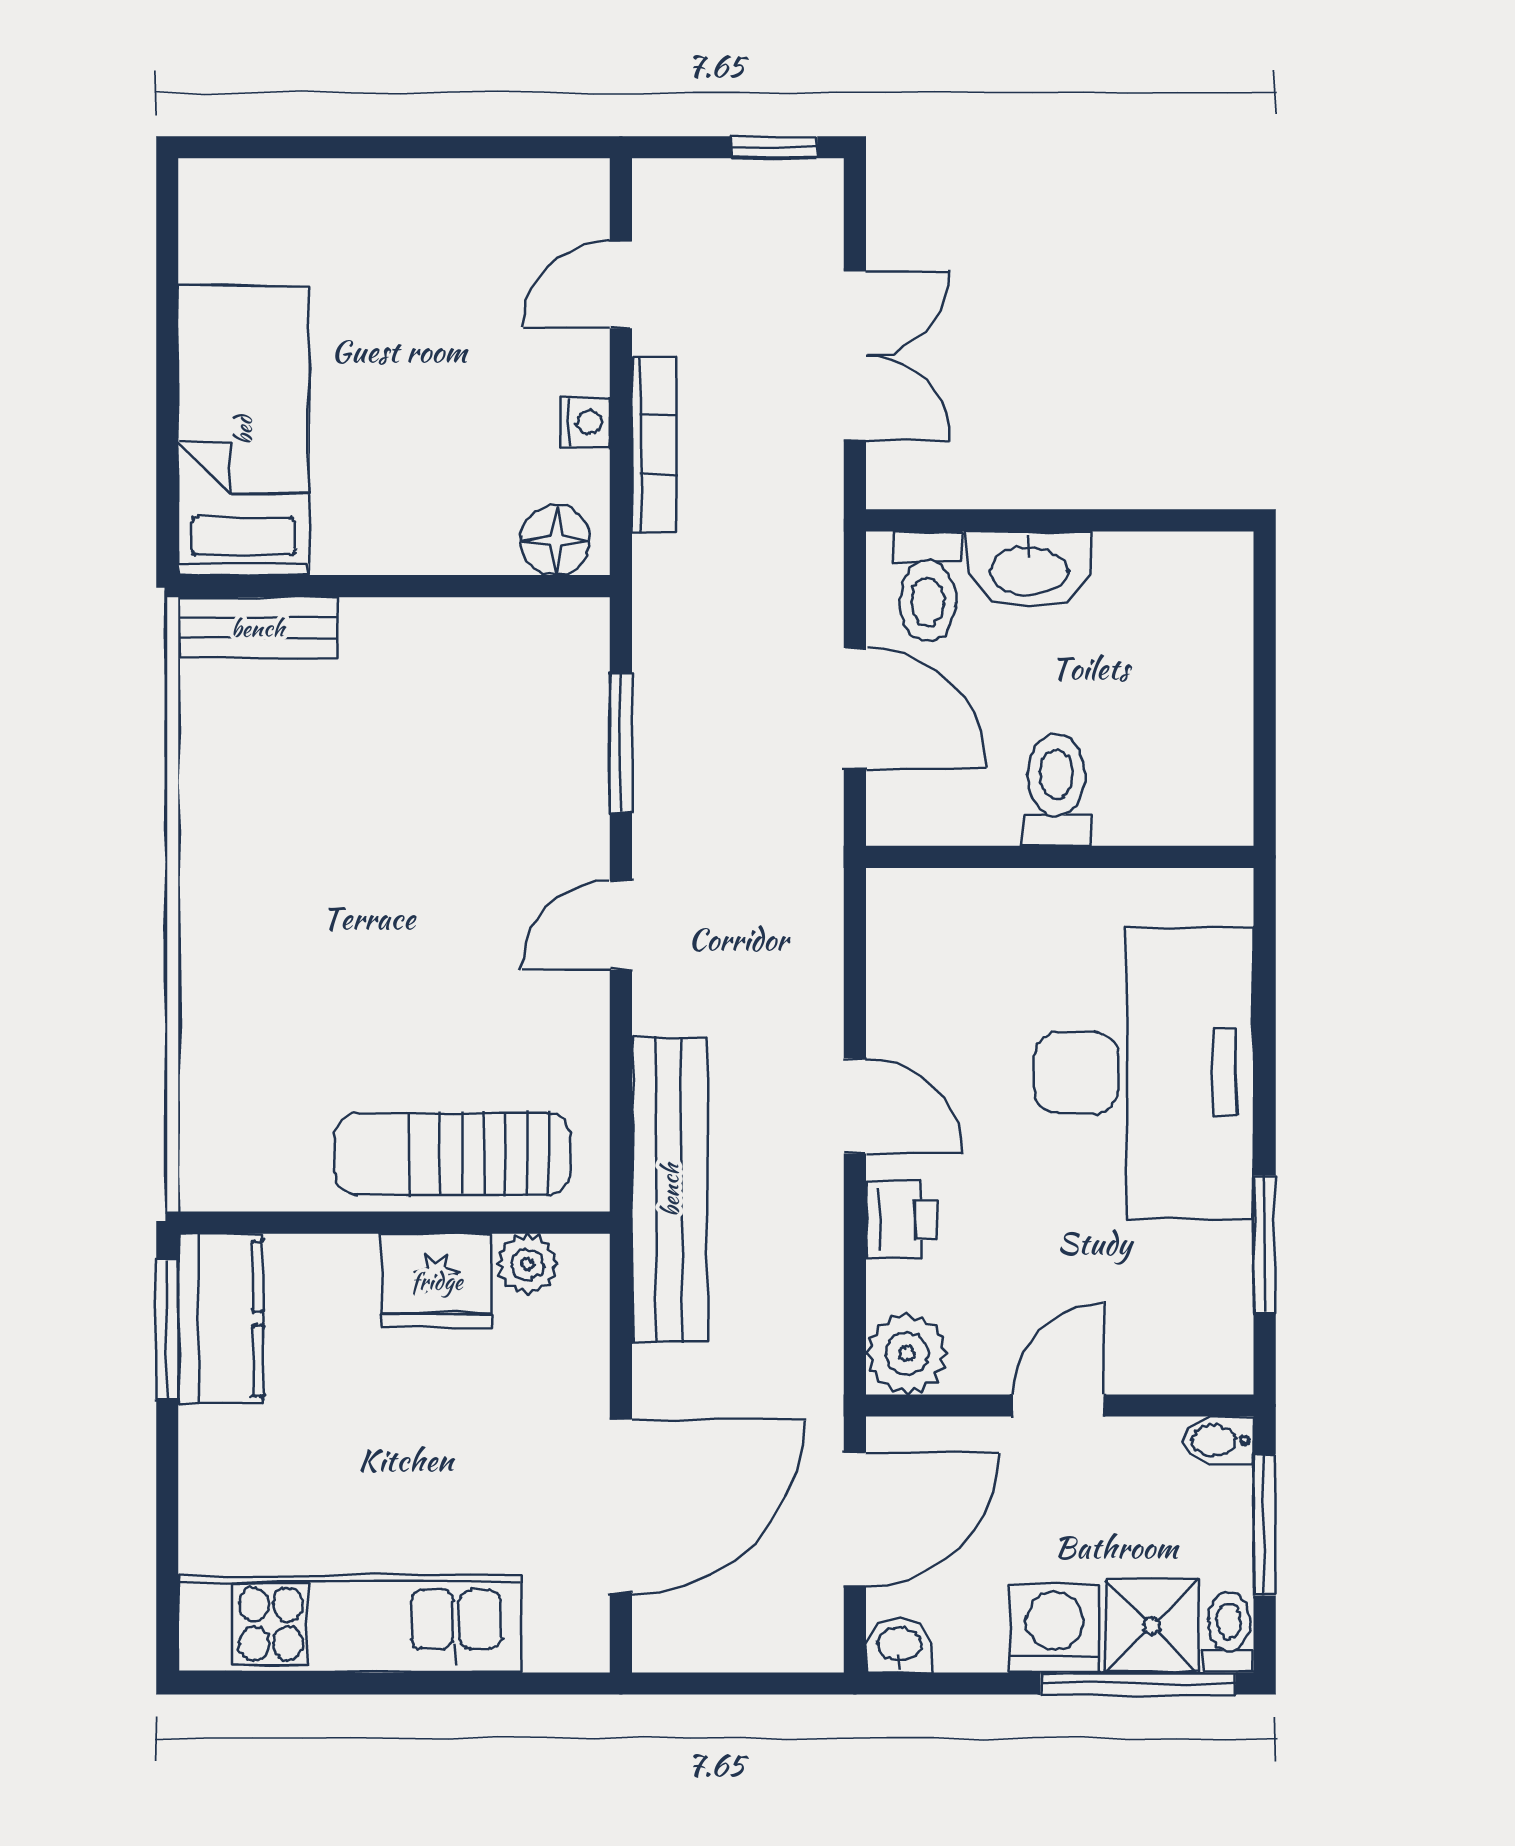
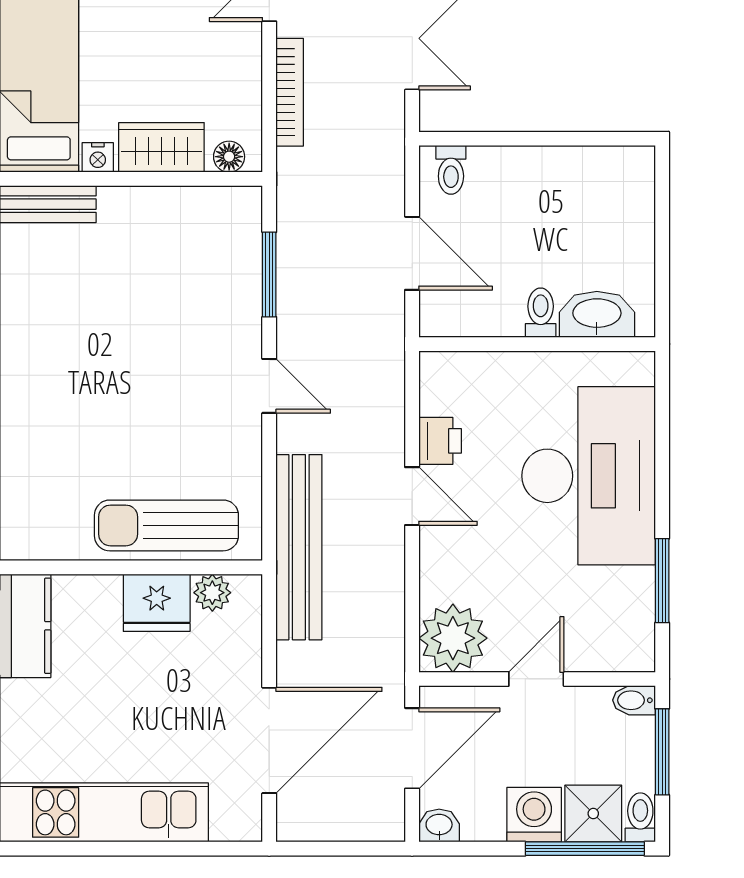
nightstand: (586, 422) -> (98, 157), moved, turned 90
wardrobe: (444, 535) -> (161, 147), added
floor lamp: (555, 540) -> (229, 157), width x0.73, depth x0.73
washbasin: (1029, 569) -> (597, 314), moved, turned 180
toilet: (928, 587) -> (451, 170), width x0.73, depth x0.72
toilet: (1056, 790) -> (541, 313), width x0.73, depth x0.72
door: (621, 925) -> (269, 386), swing flipped
printer: (901, 1220) -> (440, 441), moved
plant: (907, 1354) -> (453, 638), width x1.36, depth x1.36

